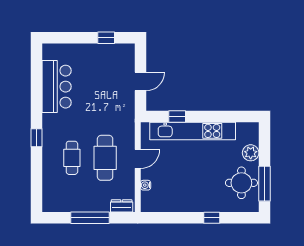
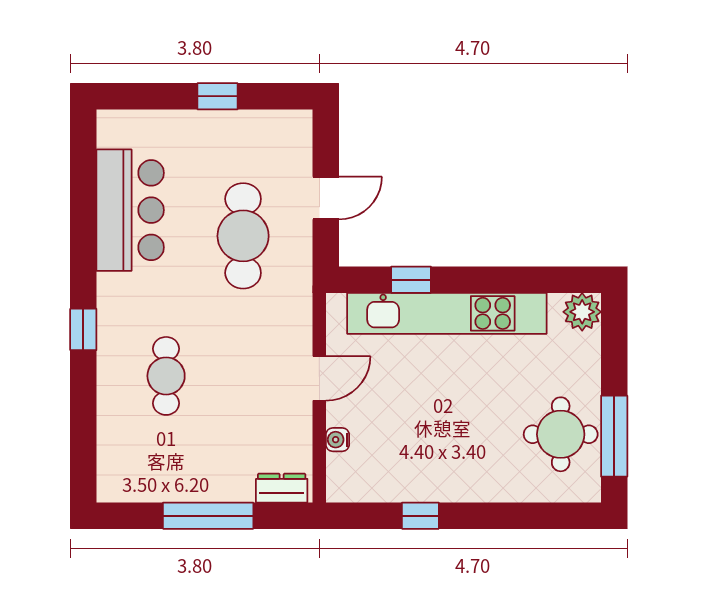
window: (106, 38) -> (217, 96), moved
plant: (251, 153) -> (582, 312), moved
cafe table: (105, 158) -> (243, 236), moved
window: (212, 218) -> (420, 516), moved

